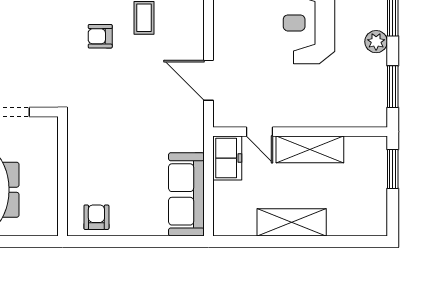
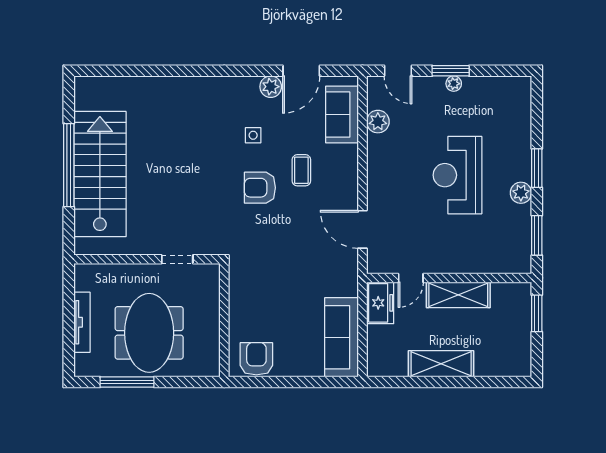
armchair: (100, 36) -> (260, 188), width x1.38, depth x1.38
door: (260, 132) -> (411, 278), hinge flipped
armchair: (96, 217) -> (256, 359), width x1.38, depth x1.38

